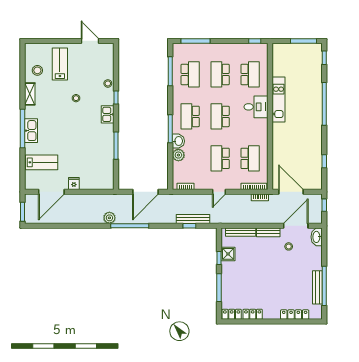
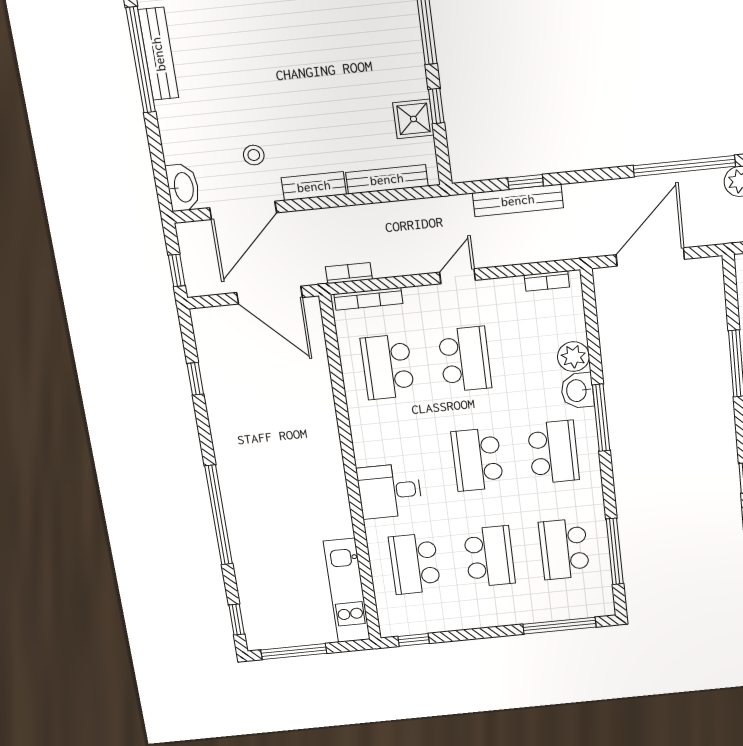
kitchen unit: (279, 100) -> (347, 591), moved
school desk: (220, 116) -> (477, 460), turned 180

